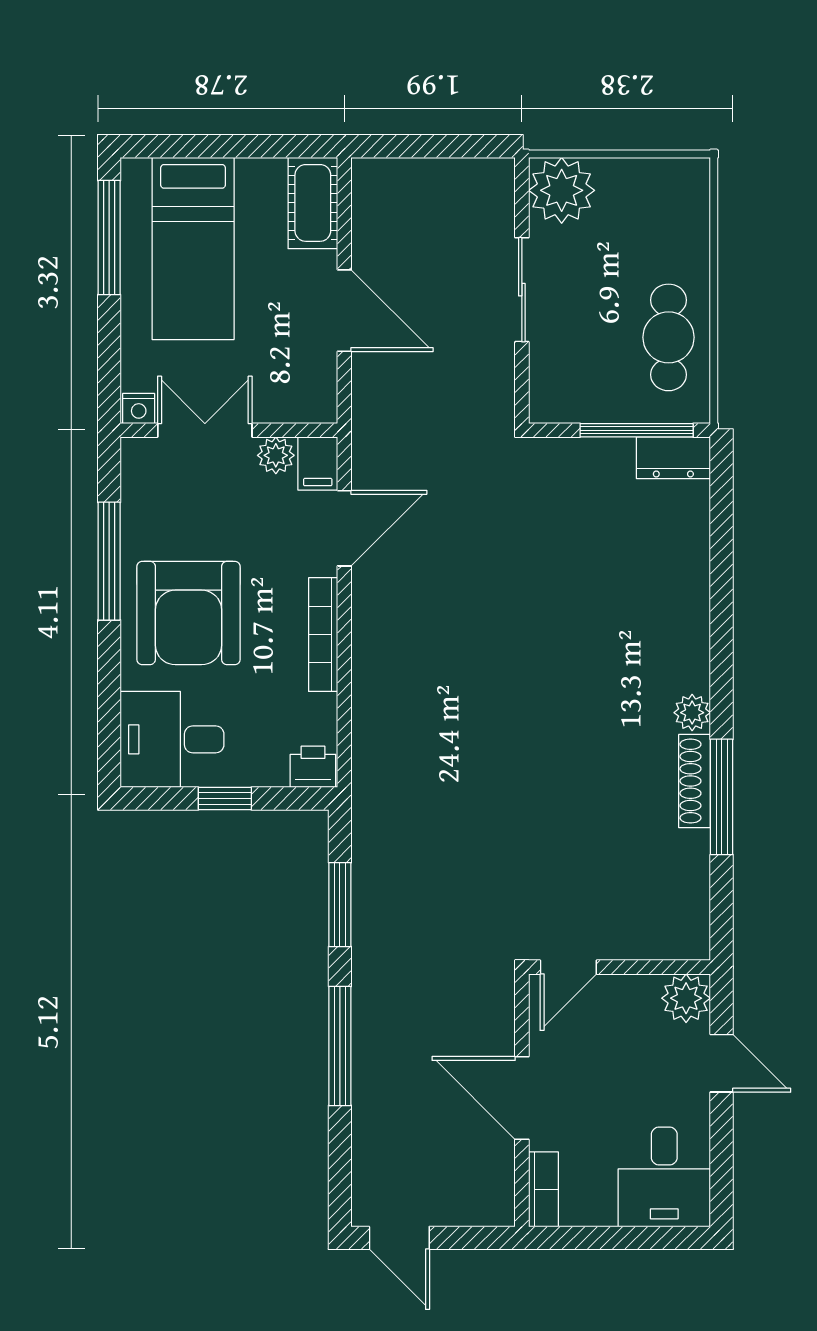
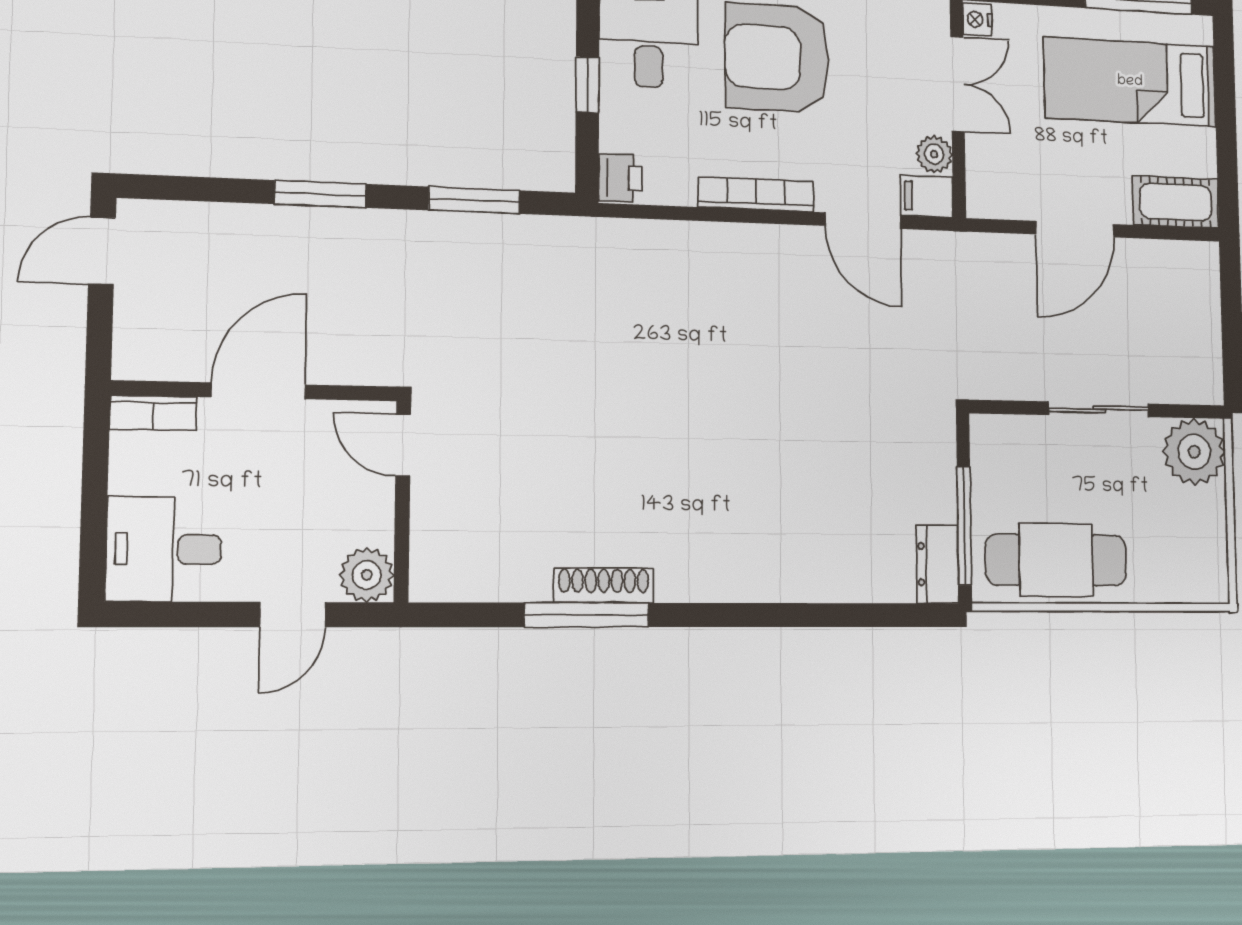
cafe table: (669, 337) -> (1056, 560), width x1.37, depth x1.35
plant: (692, 713) -> (676, 583), removed
window: (340, 1046) -> (320, 194), width x0.69

